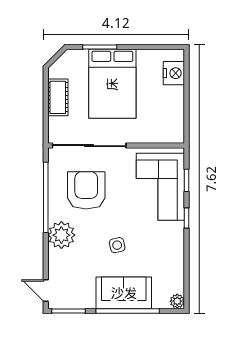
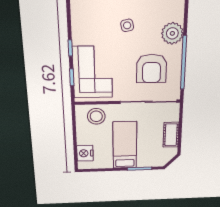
bed: (112, 84) -> (125, 145), width x0.67
stool: (157, 127) -> (96, 116), added

